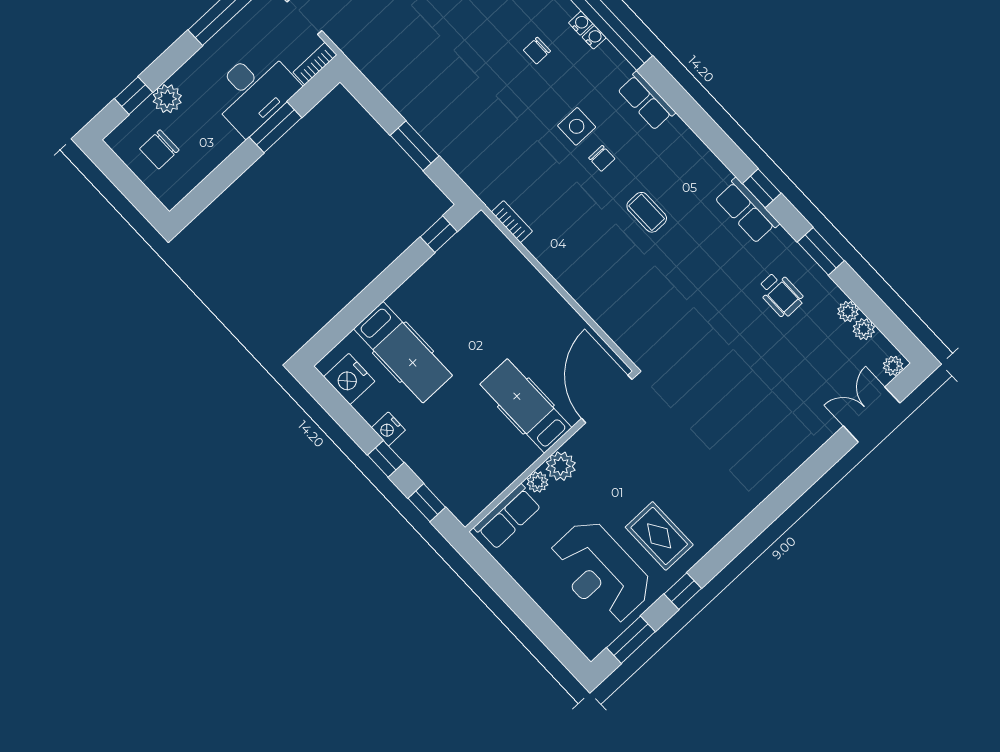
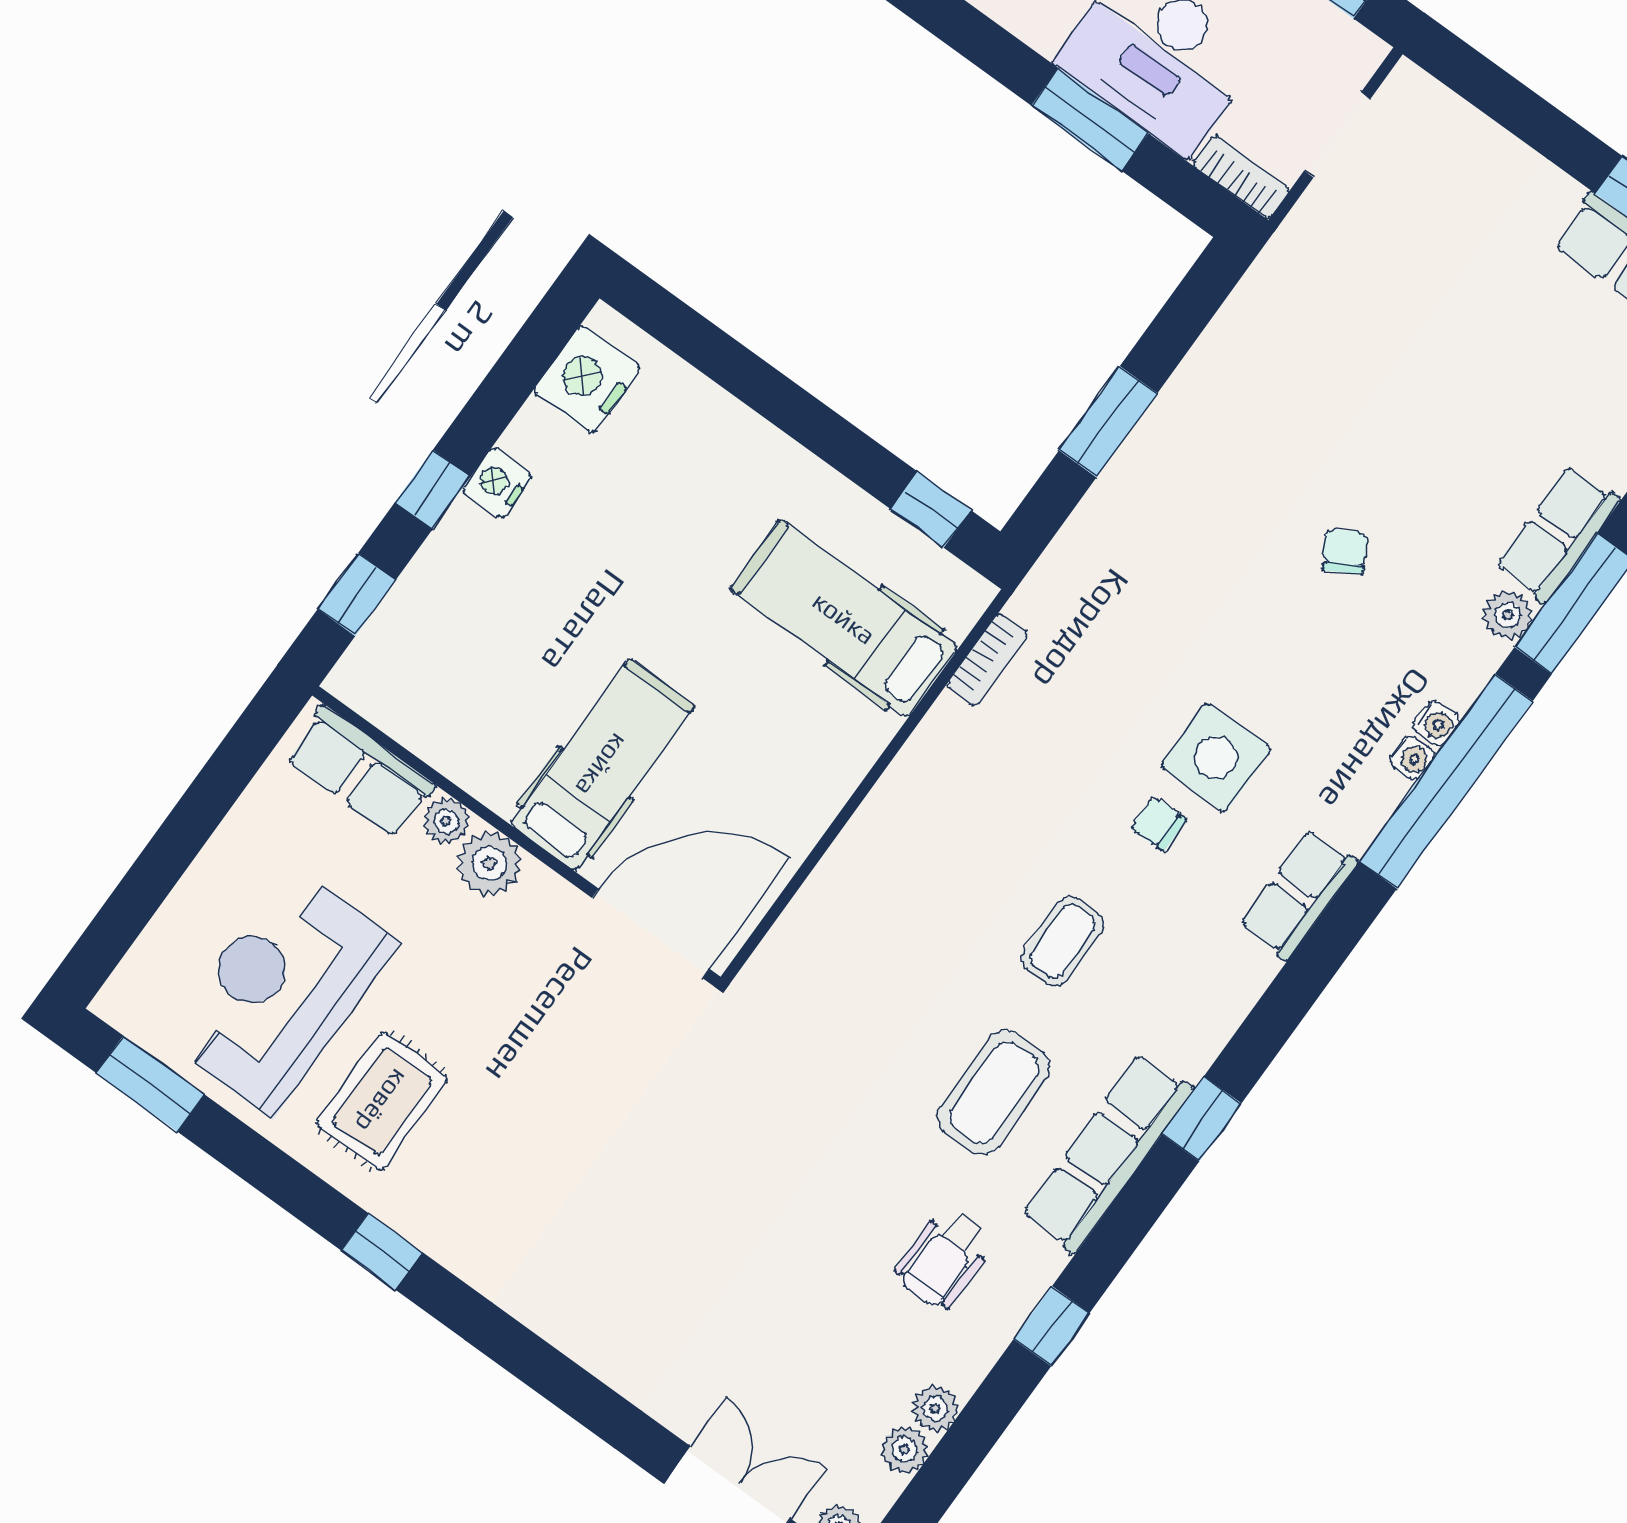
chair: (537, 51) -> (1345, 551), moved, turned 60
side table: (577, 126) -> (1216, 757), width x1.37, depth x1.37
chair: (602, 158) -> (1159, 824), turned 90
window: (762, 188) -> (1202, 1119), moved
row of seats: (747, 211) -> (1107, 1153), width x1.48
window: (821, 251) -> (1052, 1326), width x0.67
coffee table: (709, 257) -> (994, 1092), added
hospital bed: (403, 352) -> (844, 618), moved, turned 90
window: (683, 591) -> (382, 1251), moved

